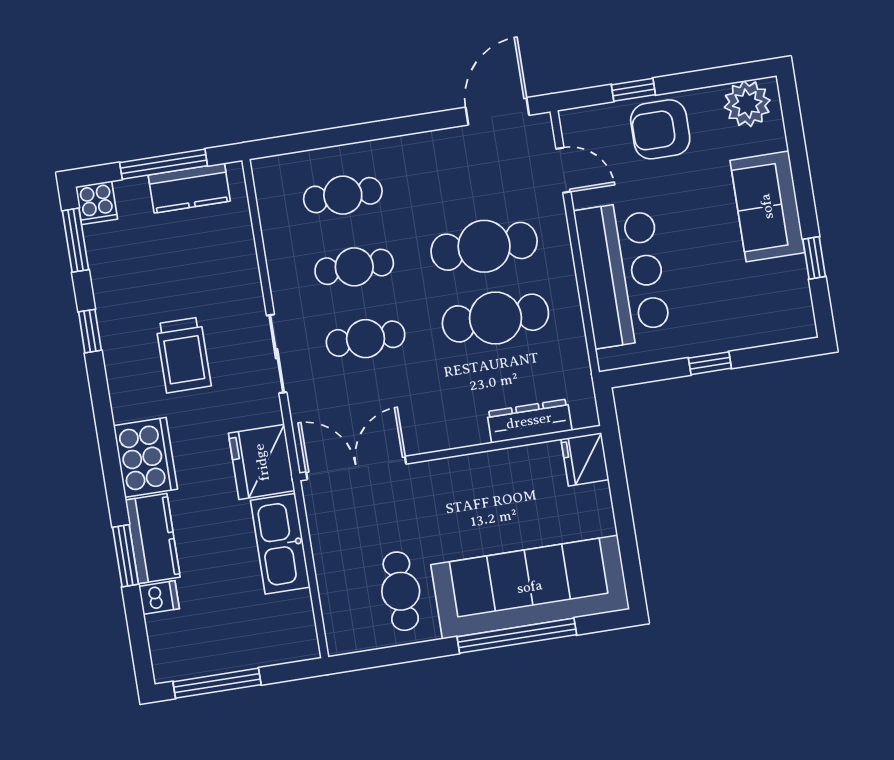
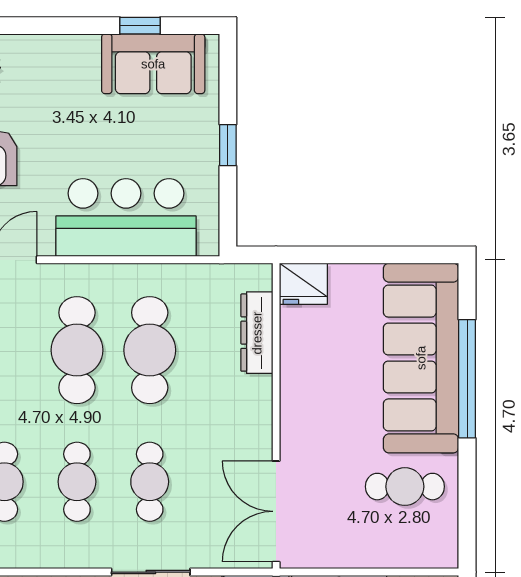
sofa: (767, 206) -> (153, 64), moved

